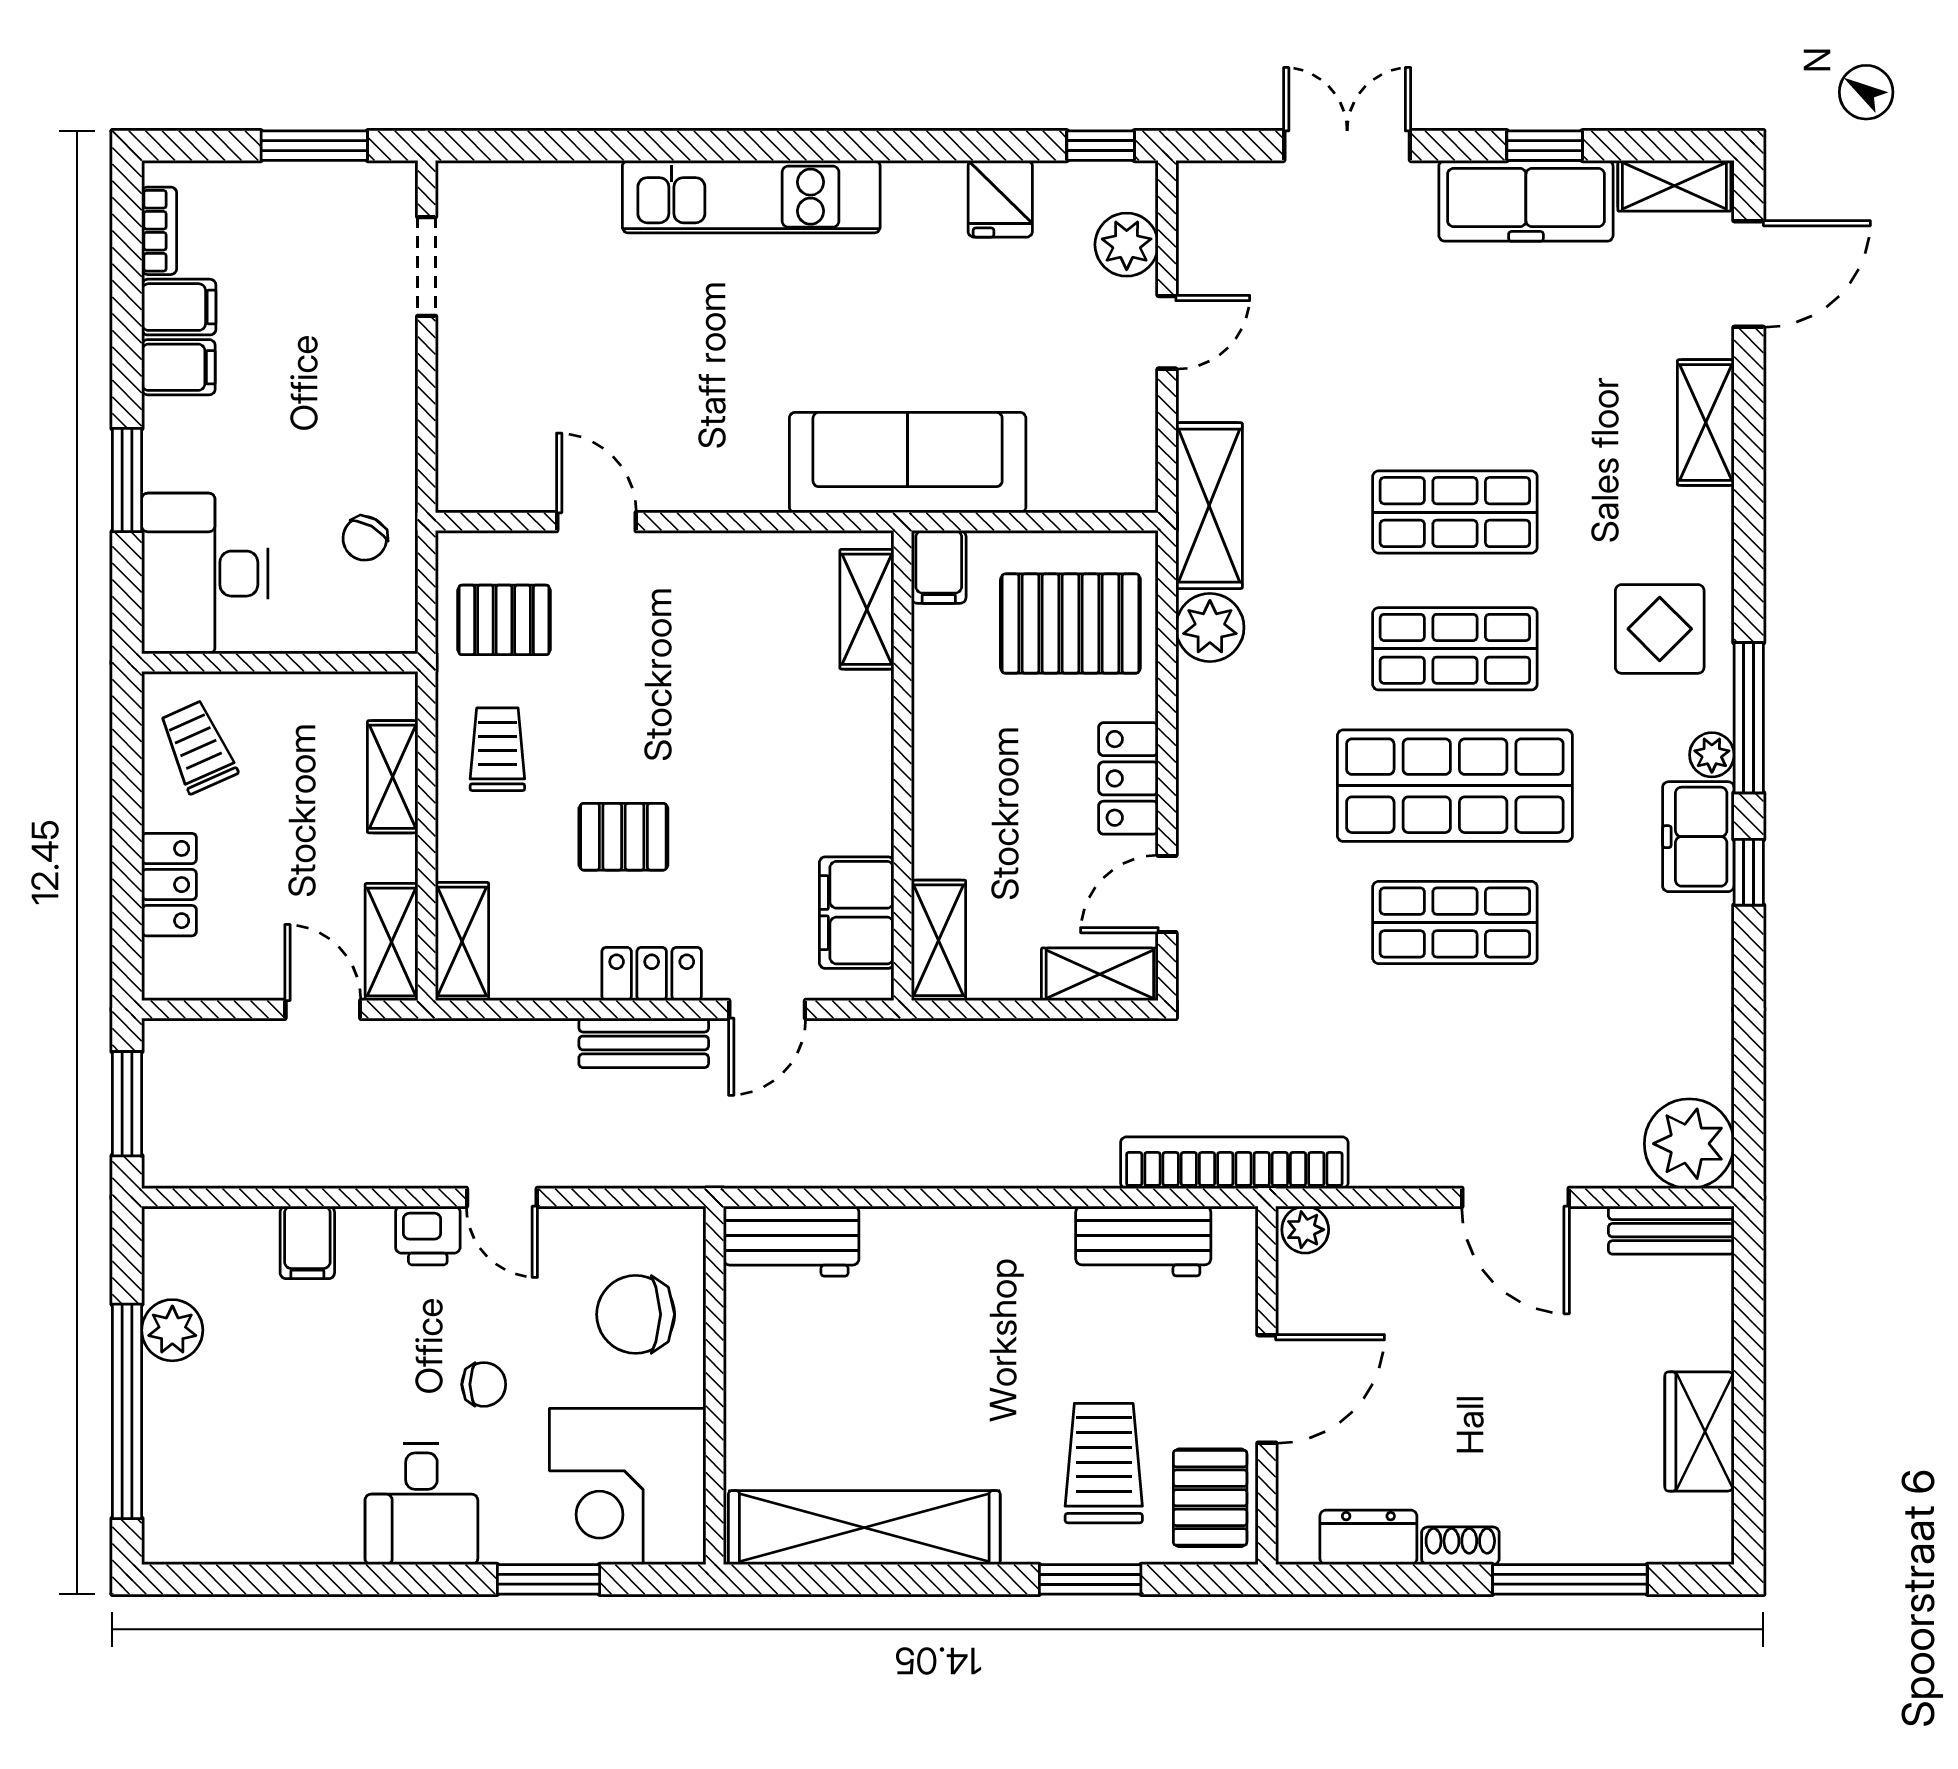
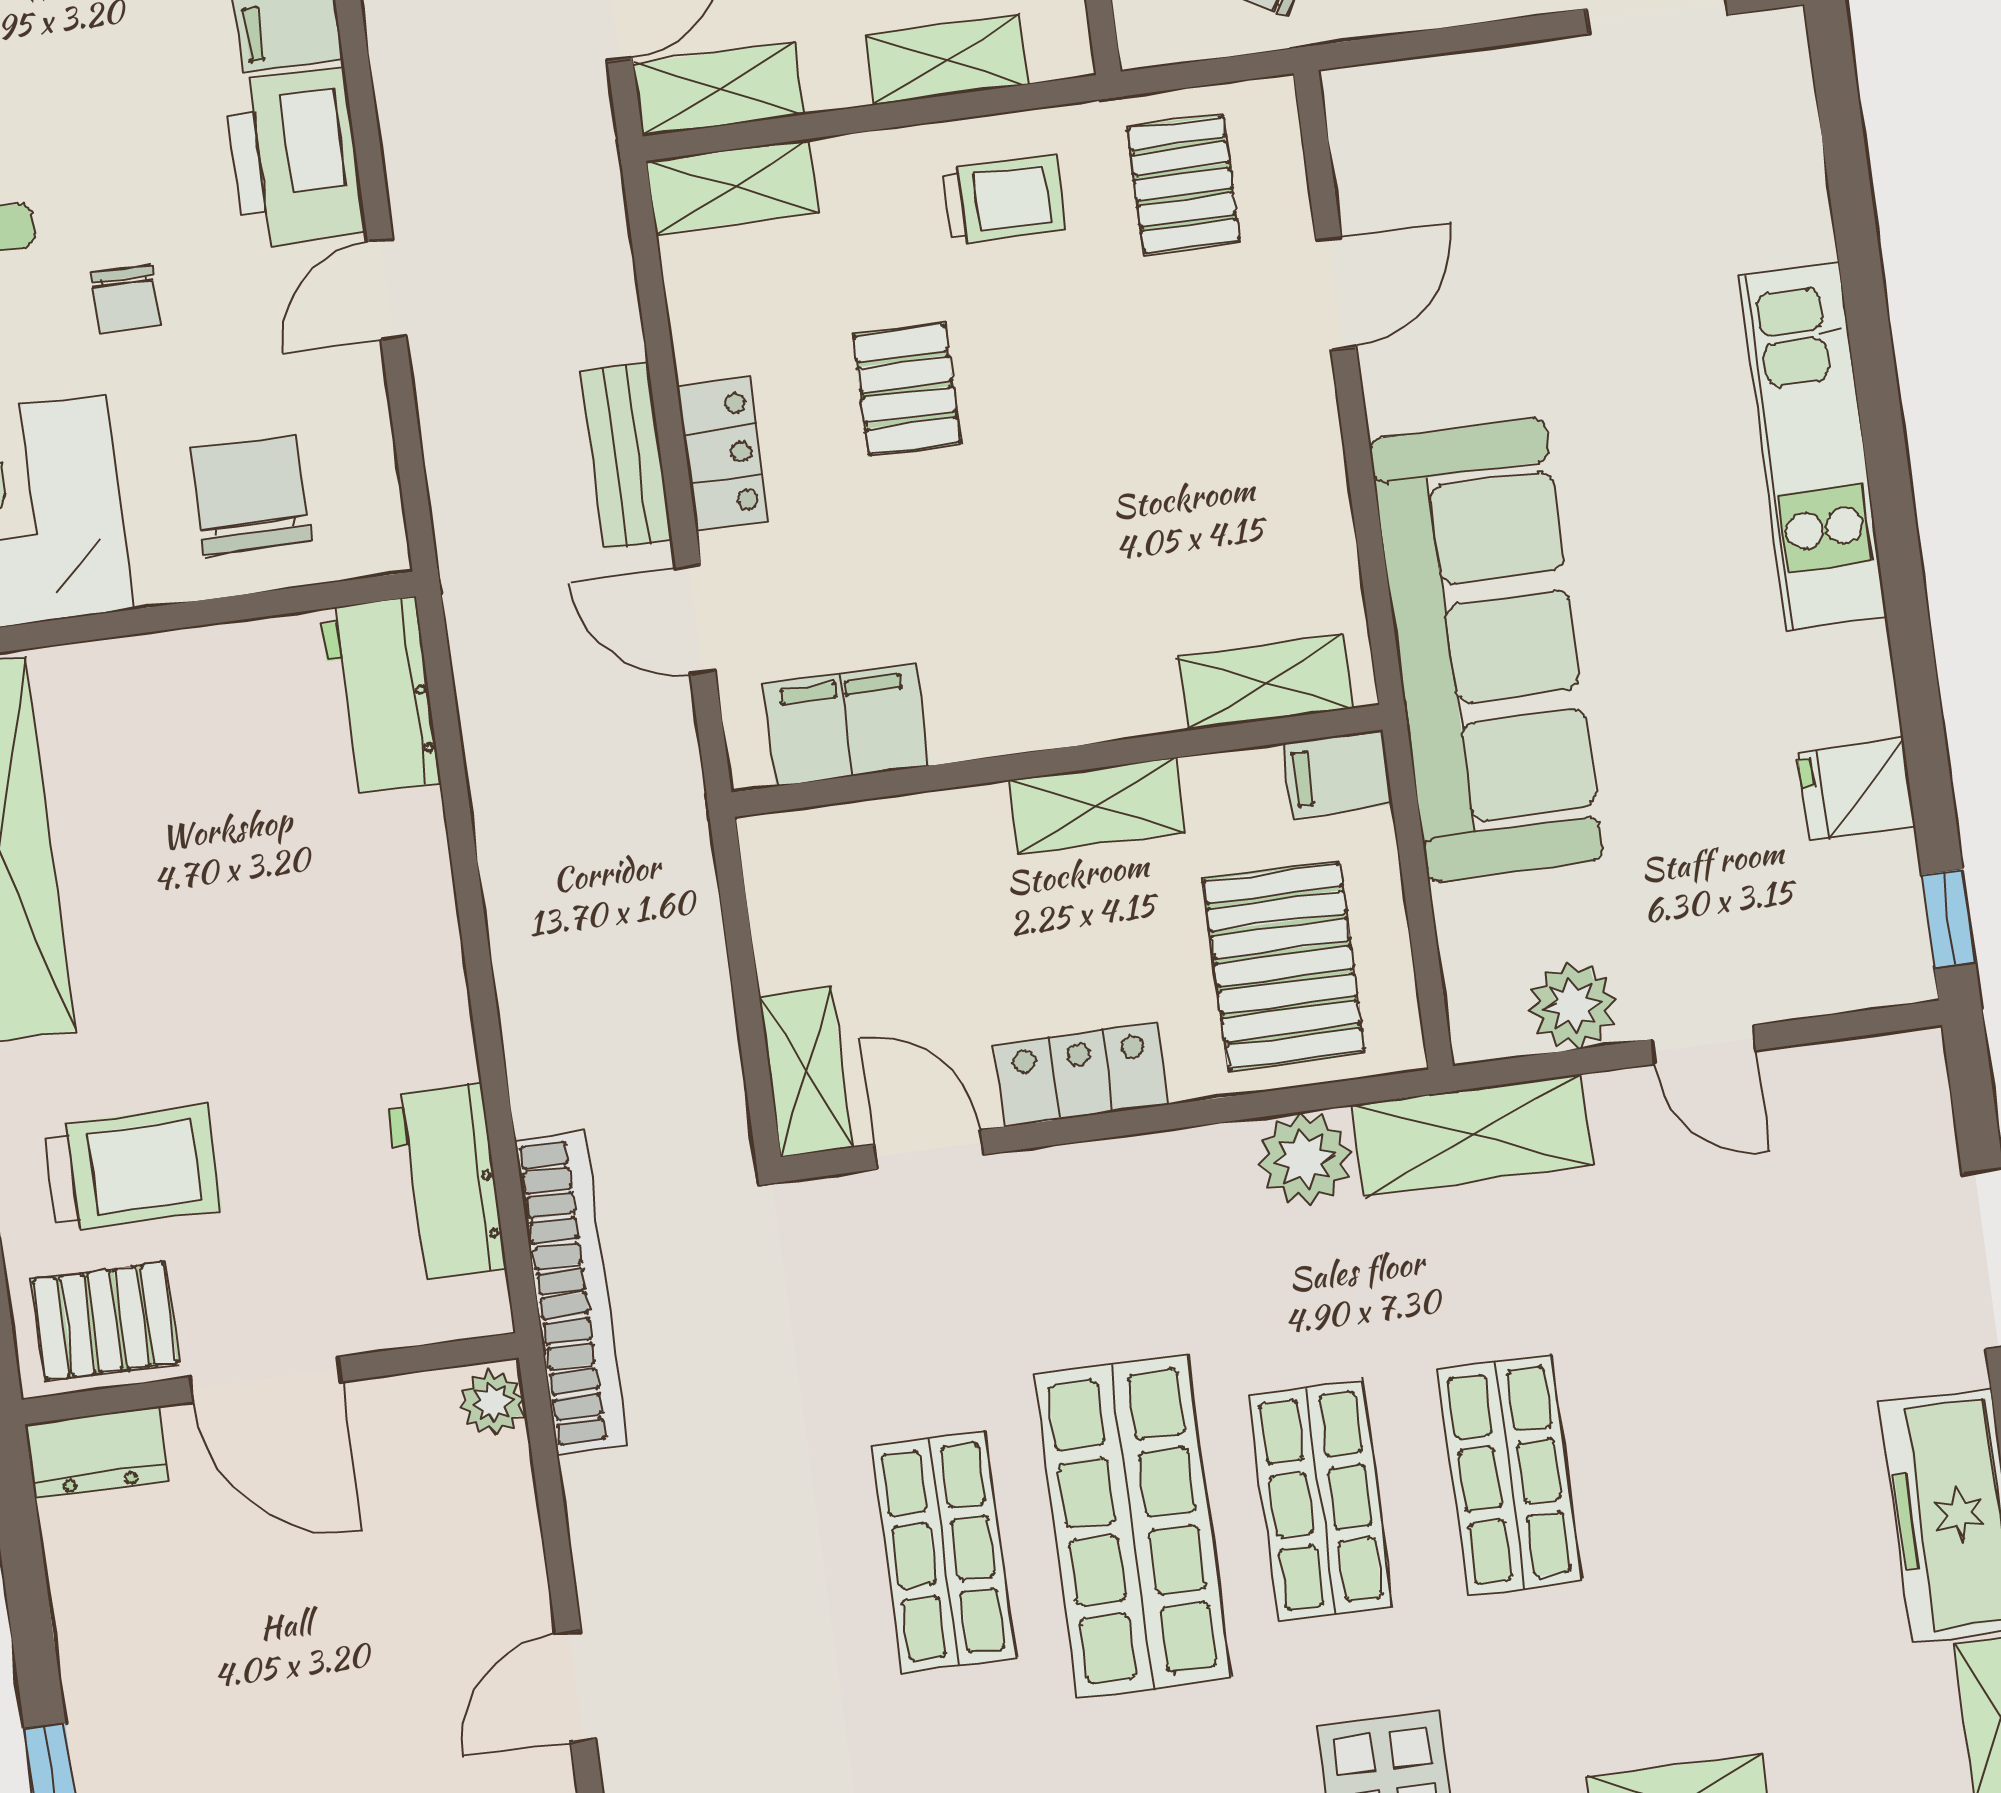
plant: (1127, 245) -> (1573, 1006), moved
sofa: (908, 463) -> (1486, 650), width x1.36, depth x1.27
shelving: (939, 940) -> (1097, 806), moved
door: (1515, 1197) -> (576, 1686), width x0.73
printer: (428, 1236) -> (296, 158), width x1.87, depth x1.48
dresser: (1368, 1537) -> (97, 1453), moved, turned 90
shoe rack: (1460, 1546) -> (85, 1675), removed

